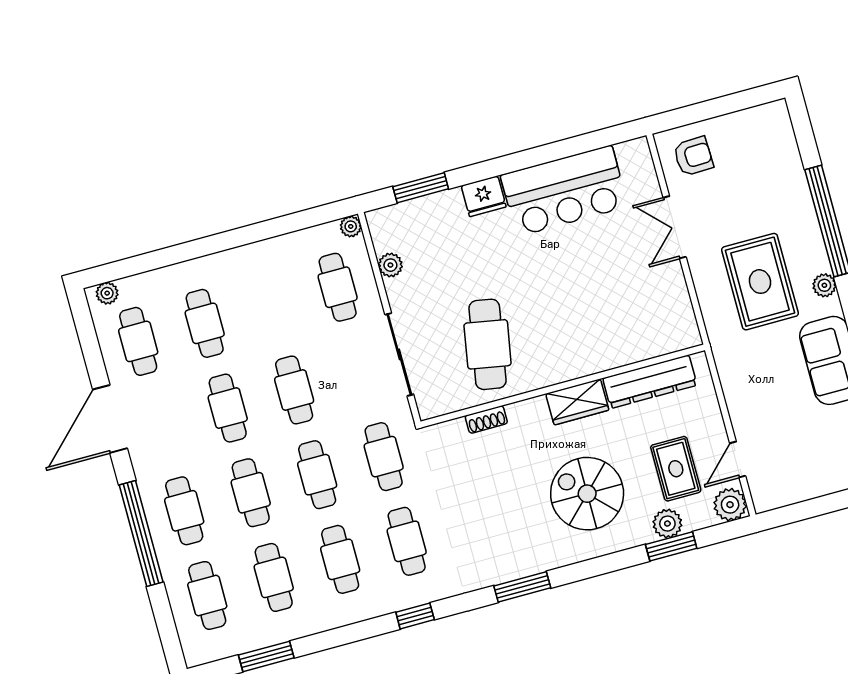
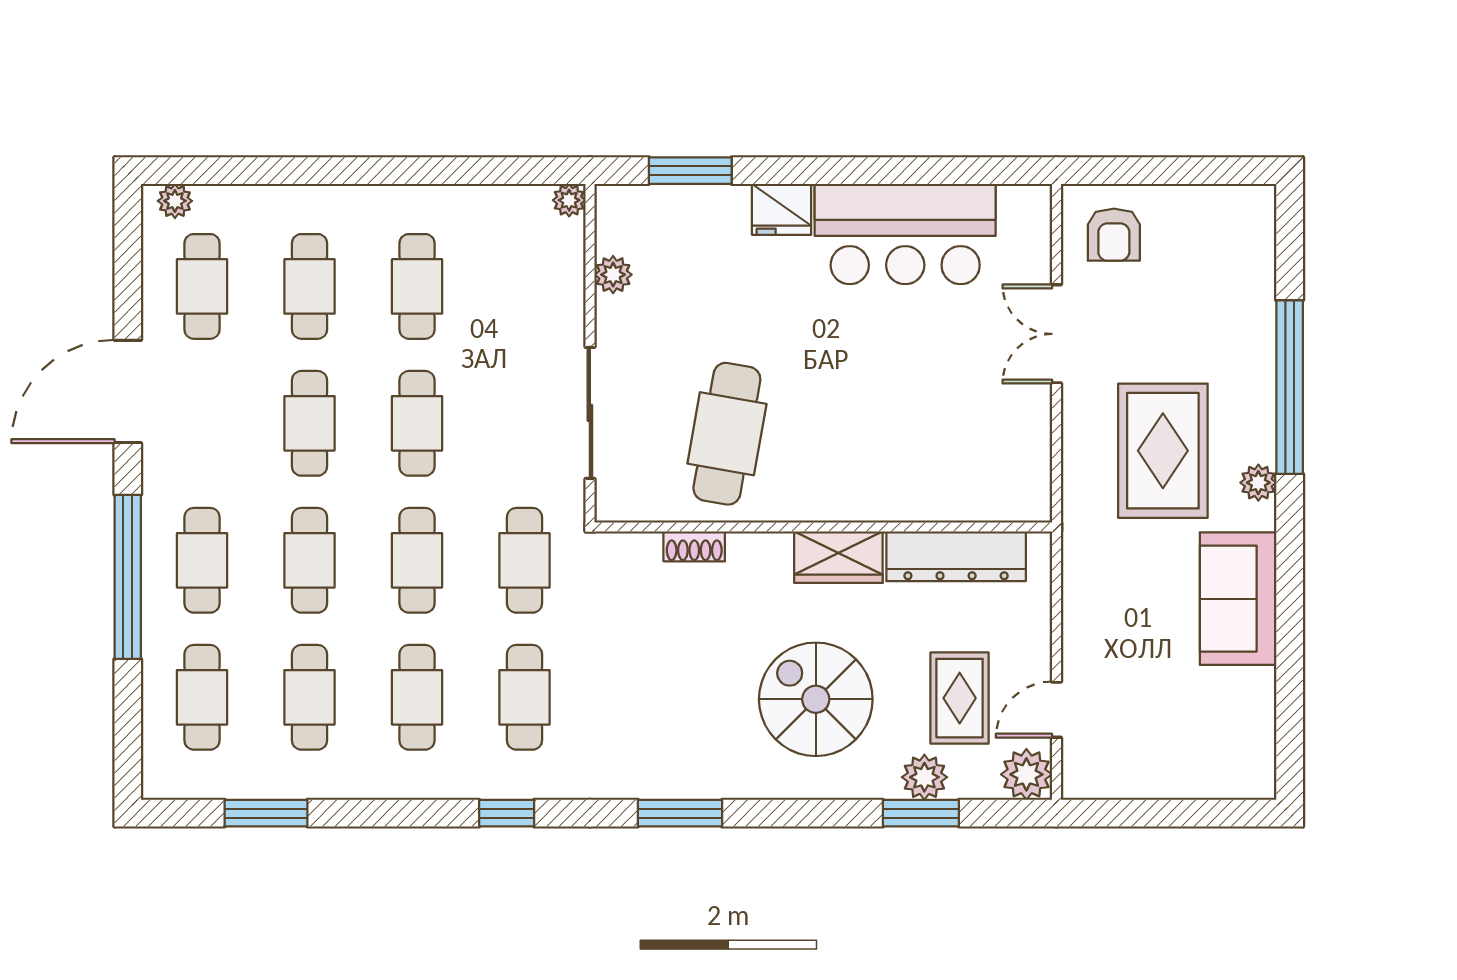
armchair: (693, 156) -> (1114, 235), turned 92
cafe table: (338, 287) -> (417, 286), moved

